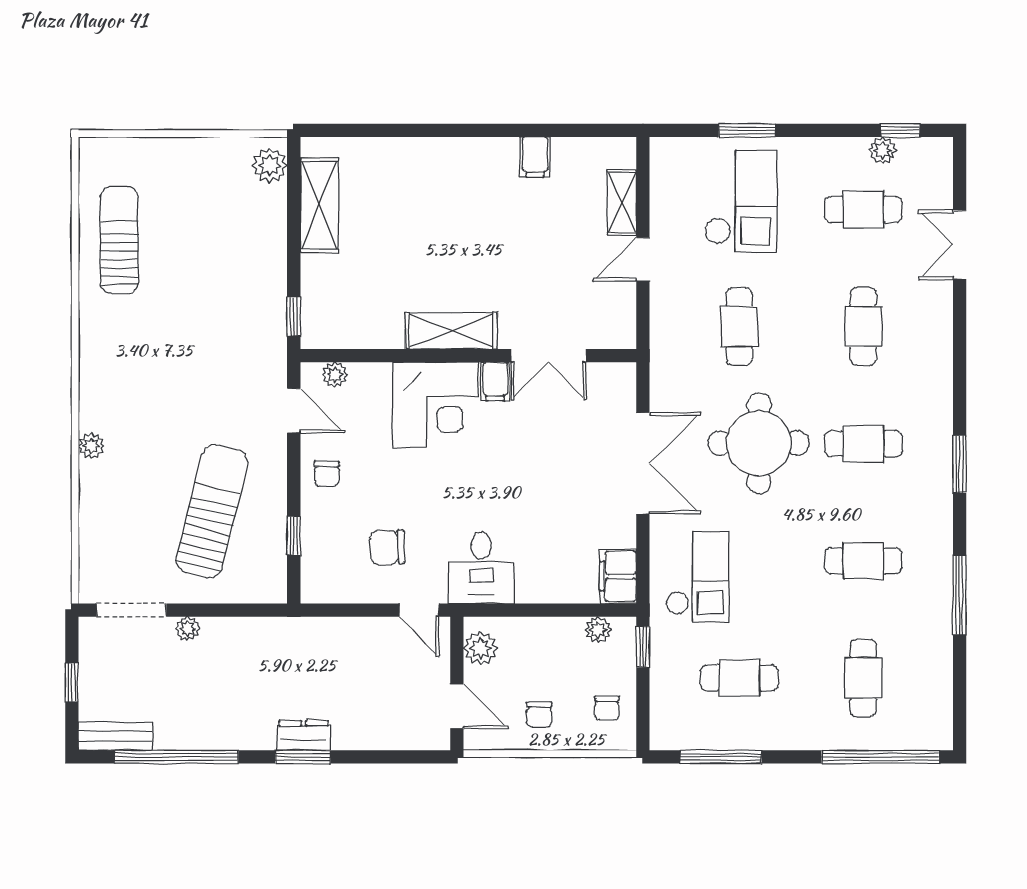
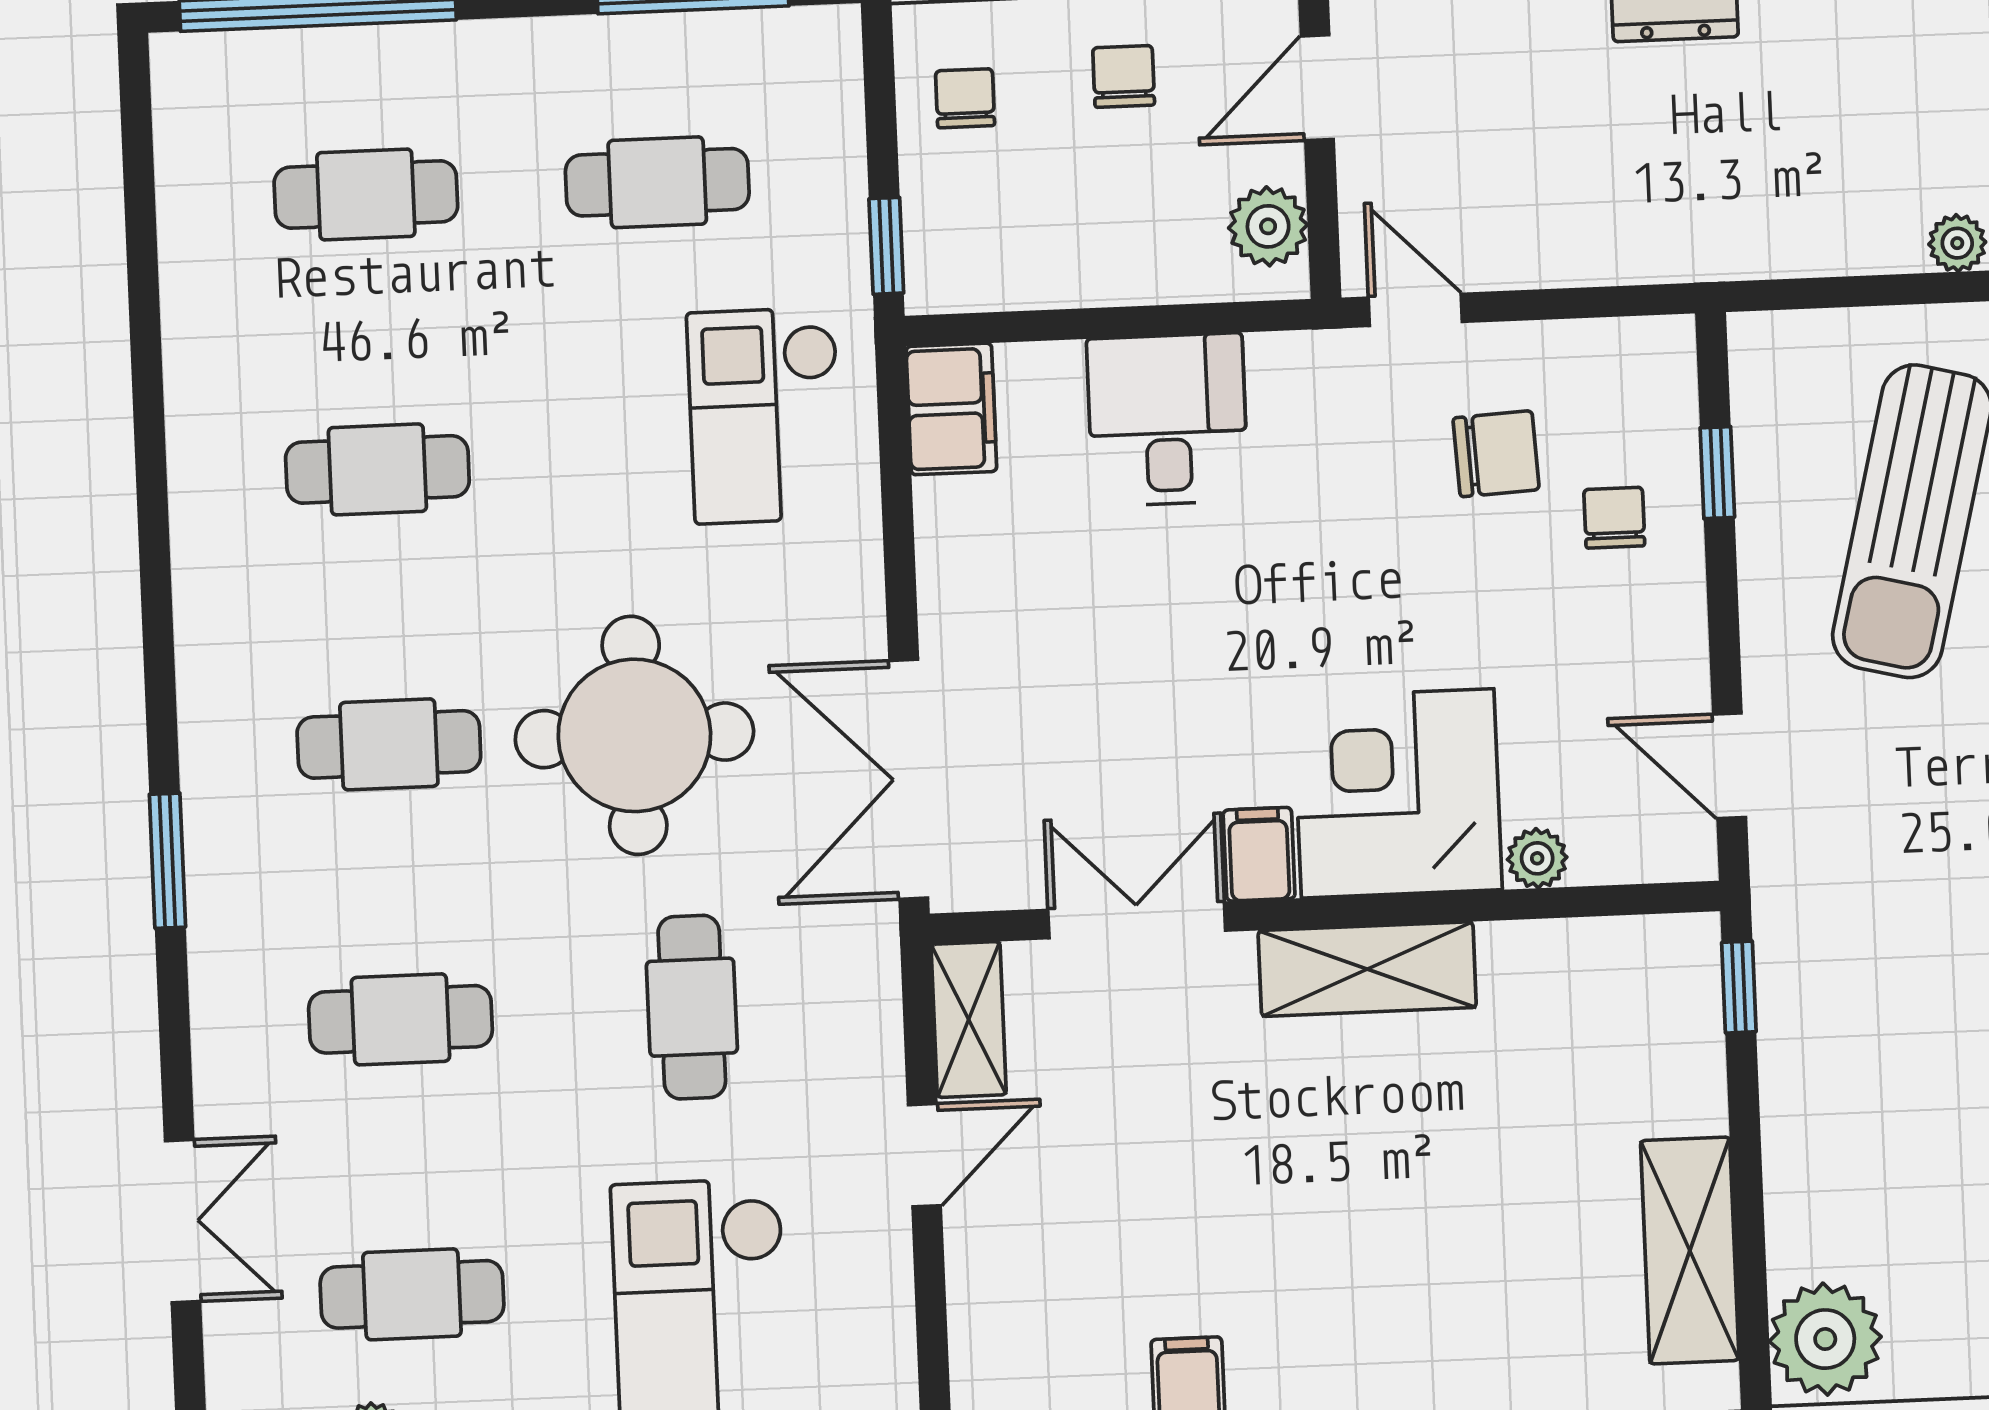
plant: (270, 165) -> (1825, 1339), width x1.36, depth x1.36
shelving: (622, 203) -> (969, 1020), moved
cafe table: (863, 327) -> (400, 1019), turned 90
plant: (335, 375) -> (1537, 858), moved
double door: (643, 463) -> (909, 779), moved
window: (960, 464) -> (167, 861), moved
chair: (327, 474) -> (1614, 518), moved
desk: (481, 568) -> (1167, 420), moved
window: (960, 595) -> (148, 398), removed
plant: (598, 630) -> (993, 281), removed
cafe table: (863, 678) -> (366, 194), turned 90
door: (457, 706) -> (1317, 88), hinge flipped

